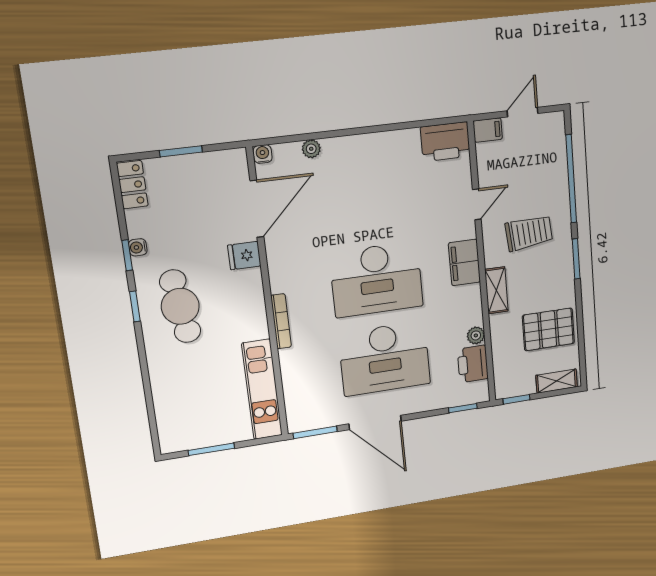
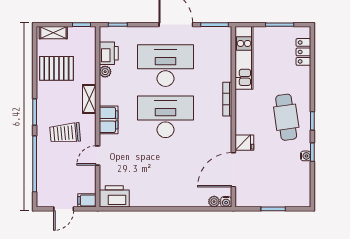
plant: (311, 149) -> (214, 202), moved
locker: (132, 185) -> (303, 52), moved

